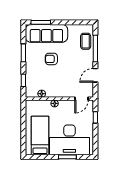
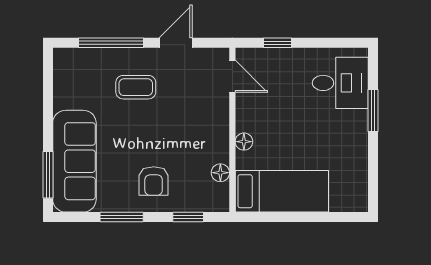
coffee table: (86, 41) -> (136, 87), moved
armchair: (51, 59) -> (154, 181), moved
door: (95, 75) -> (176, 43), swing flipped
bed: (40, 136) -> (282, 191), moved, turned 180
desk: (69, 140) -> (340, 83), width x0.53, depth x0.77

